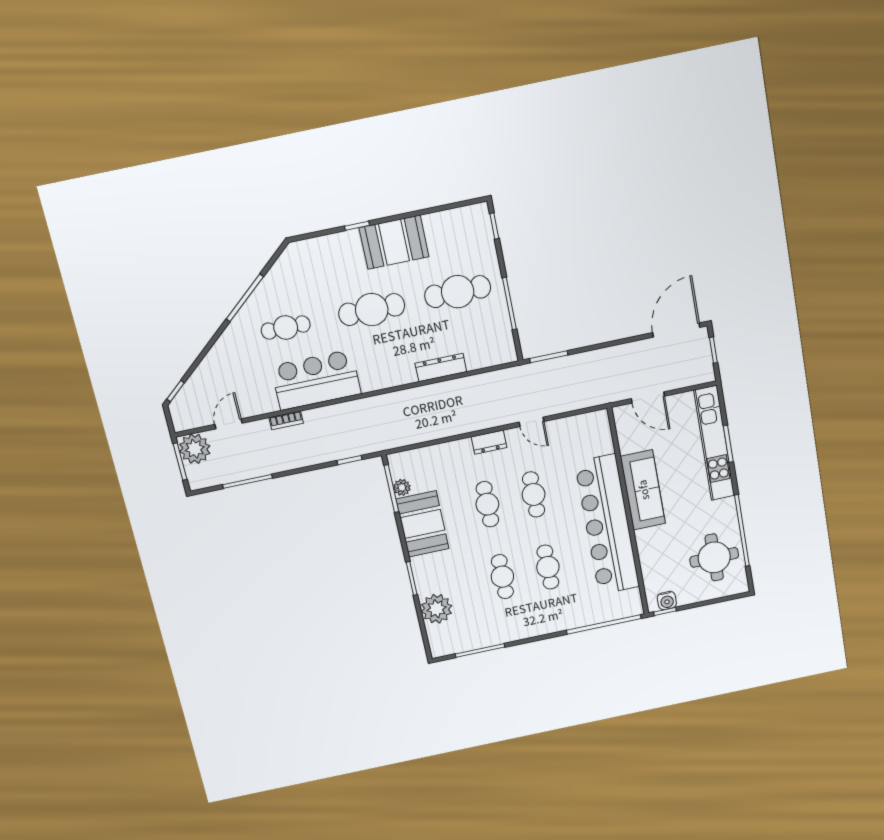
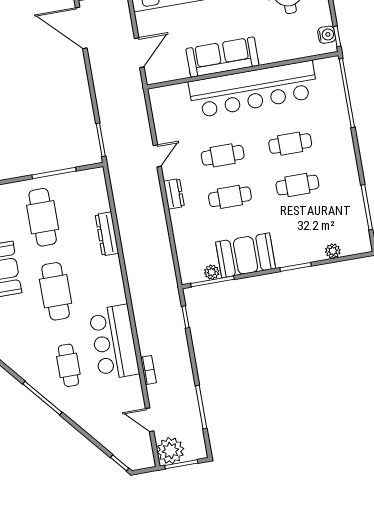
plant: (437, 609) -> (333, 251), width x0.53, depth x0.53

